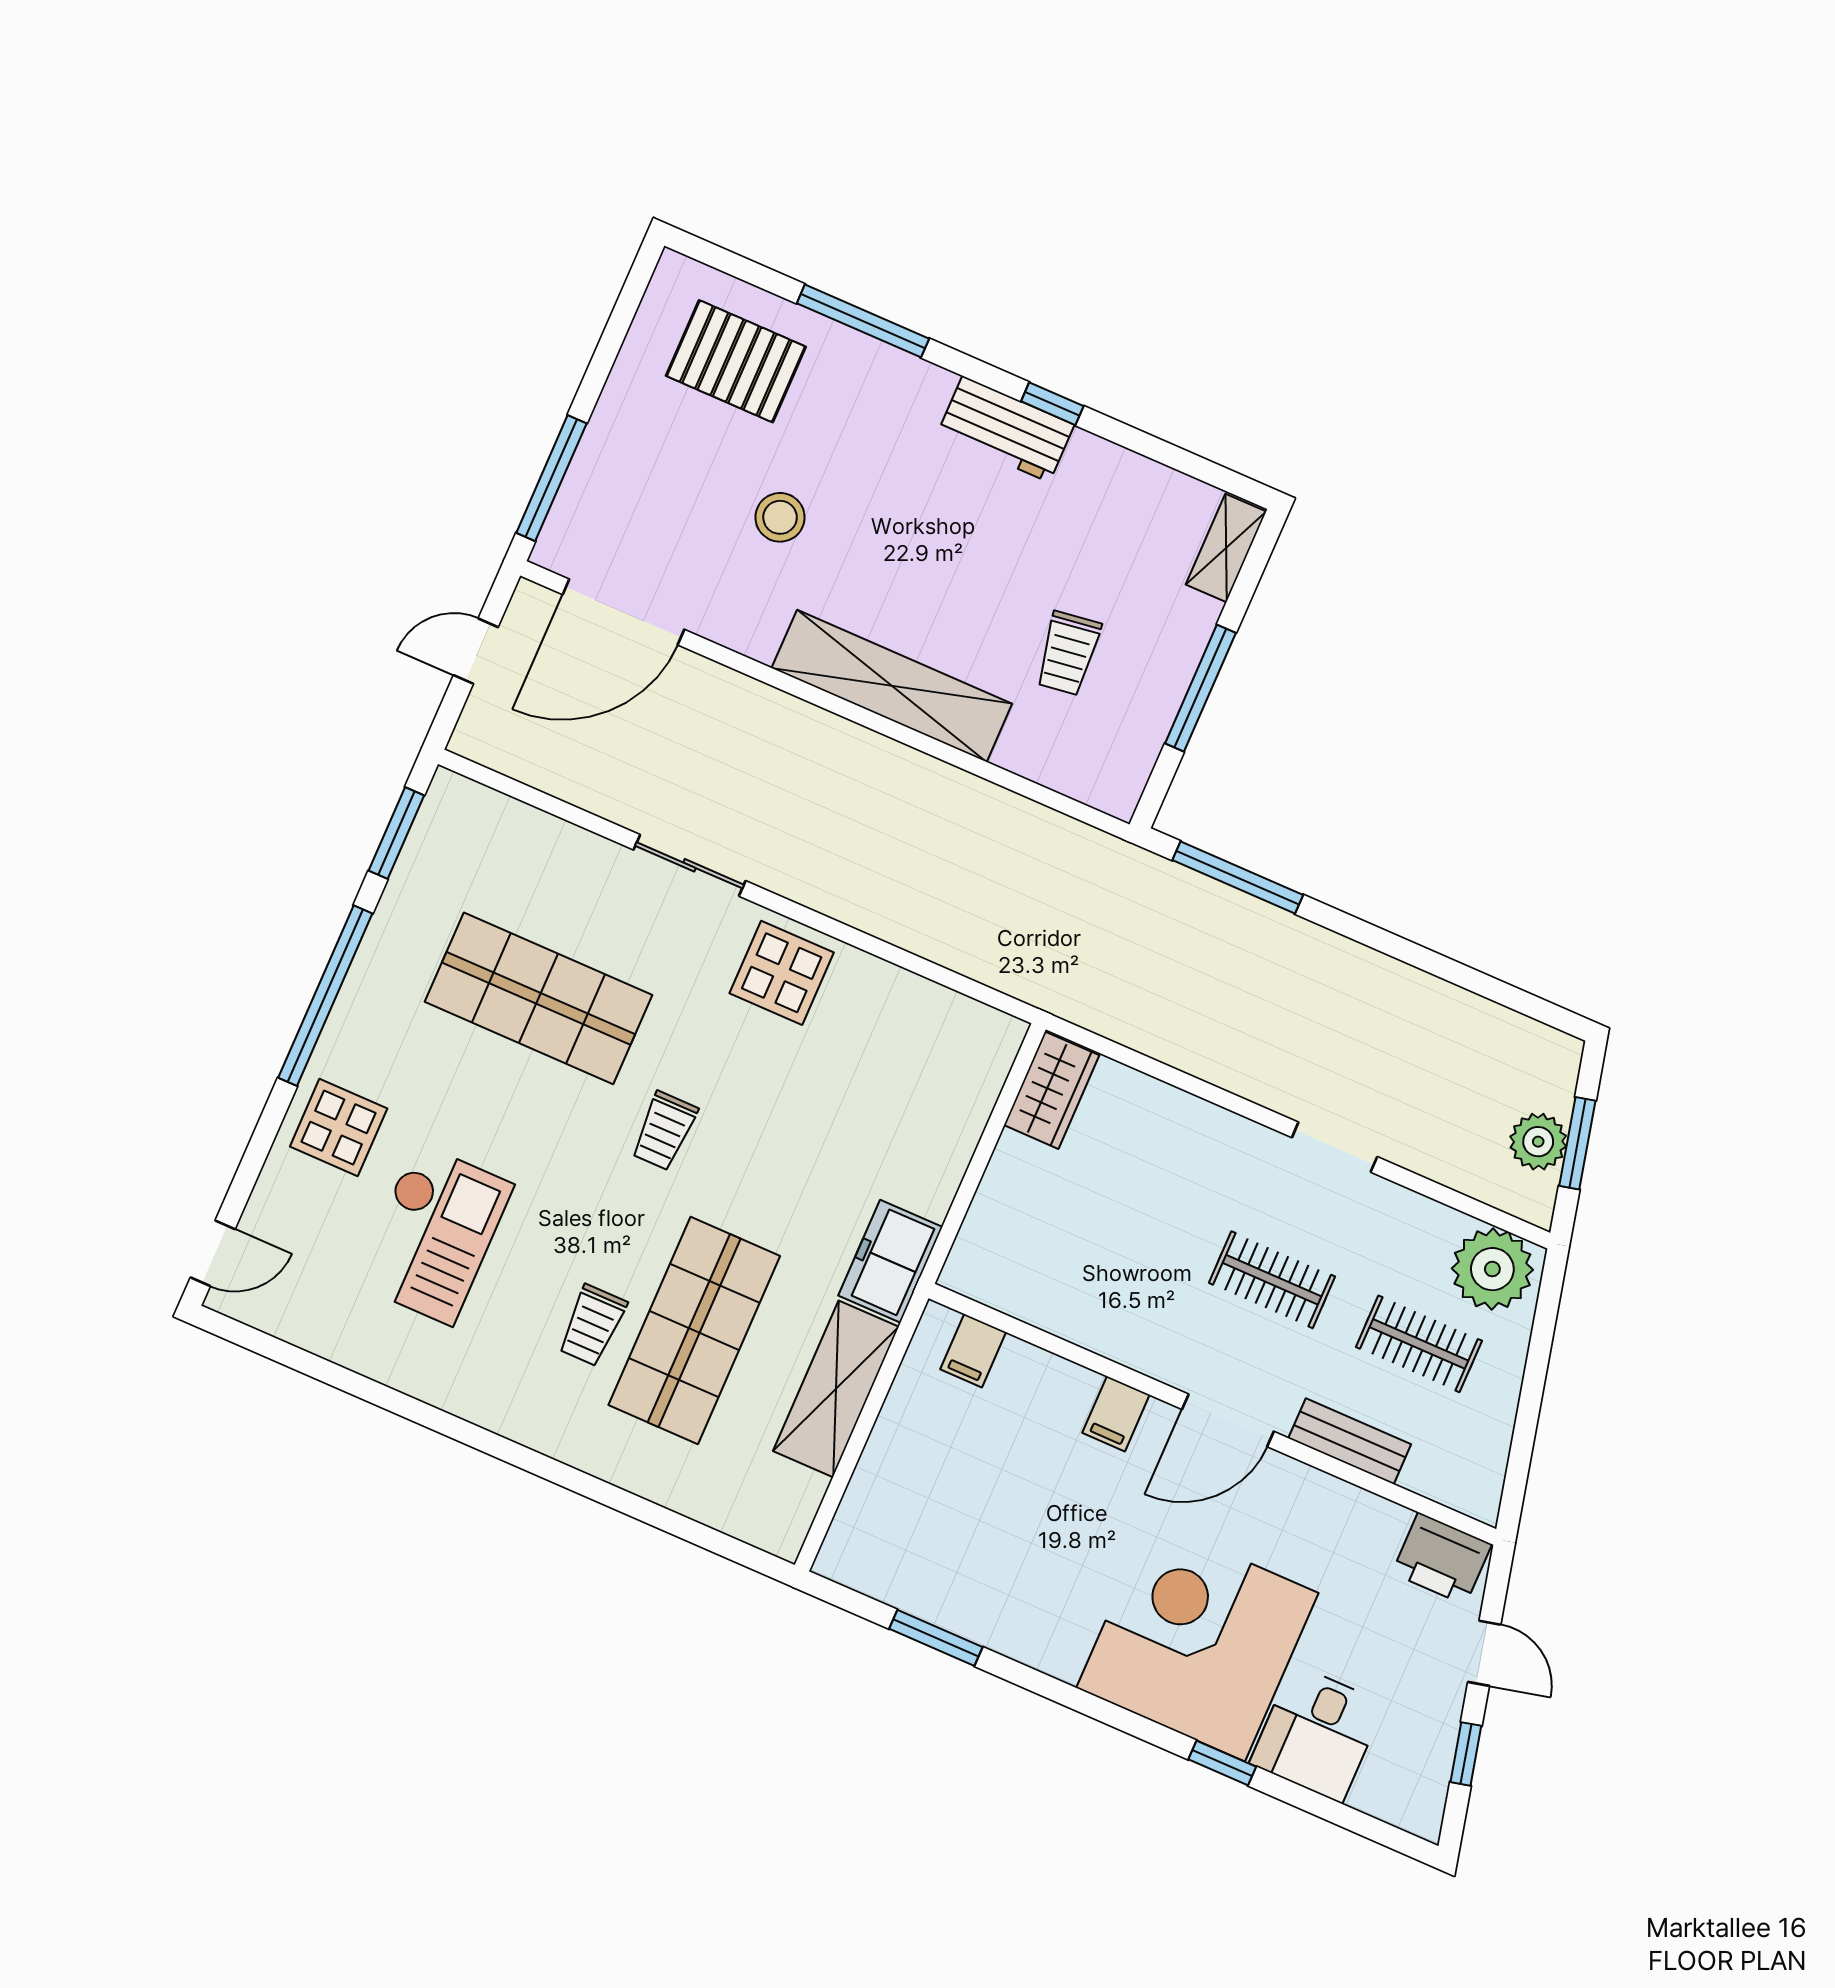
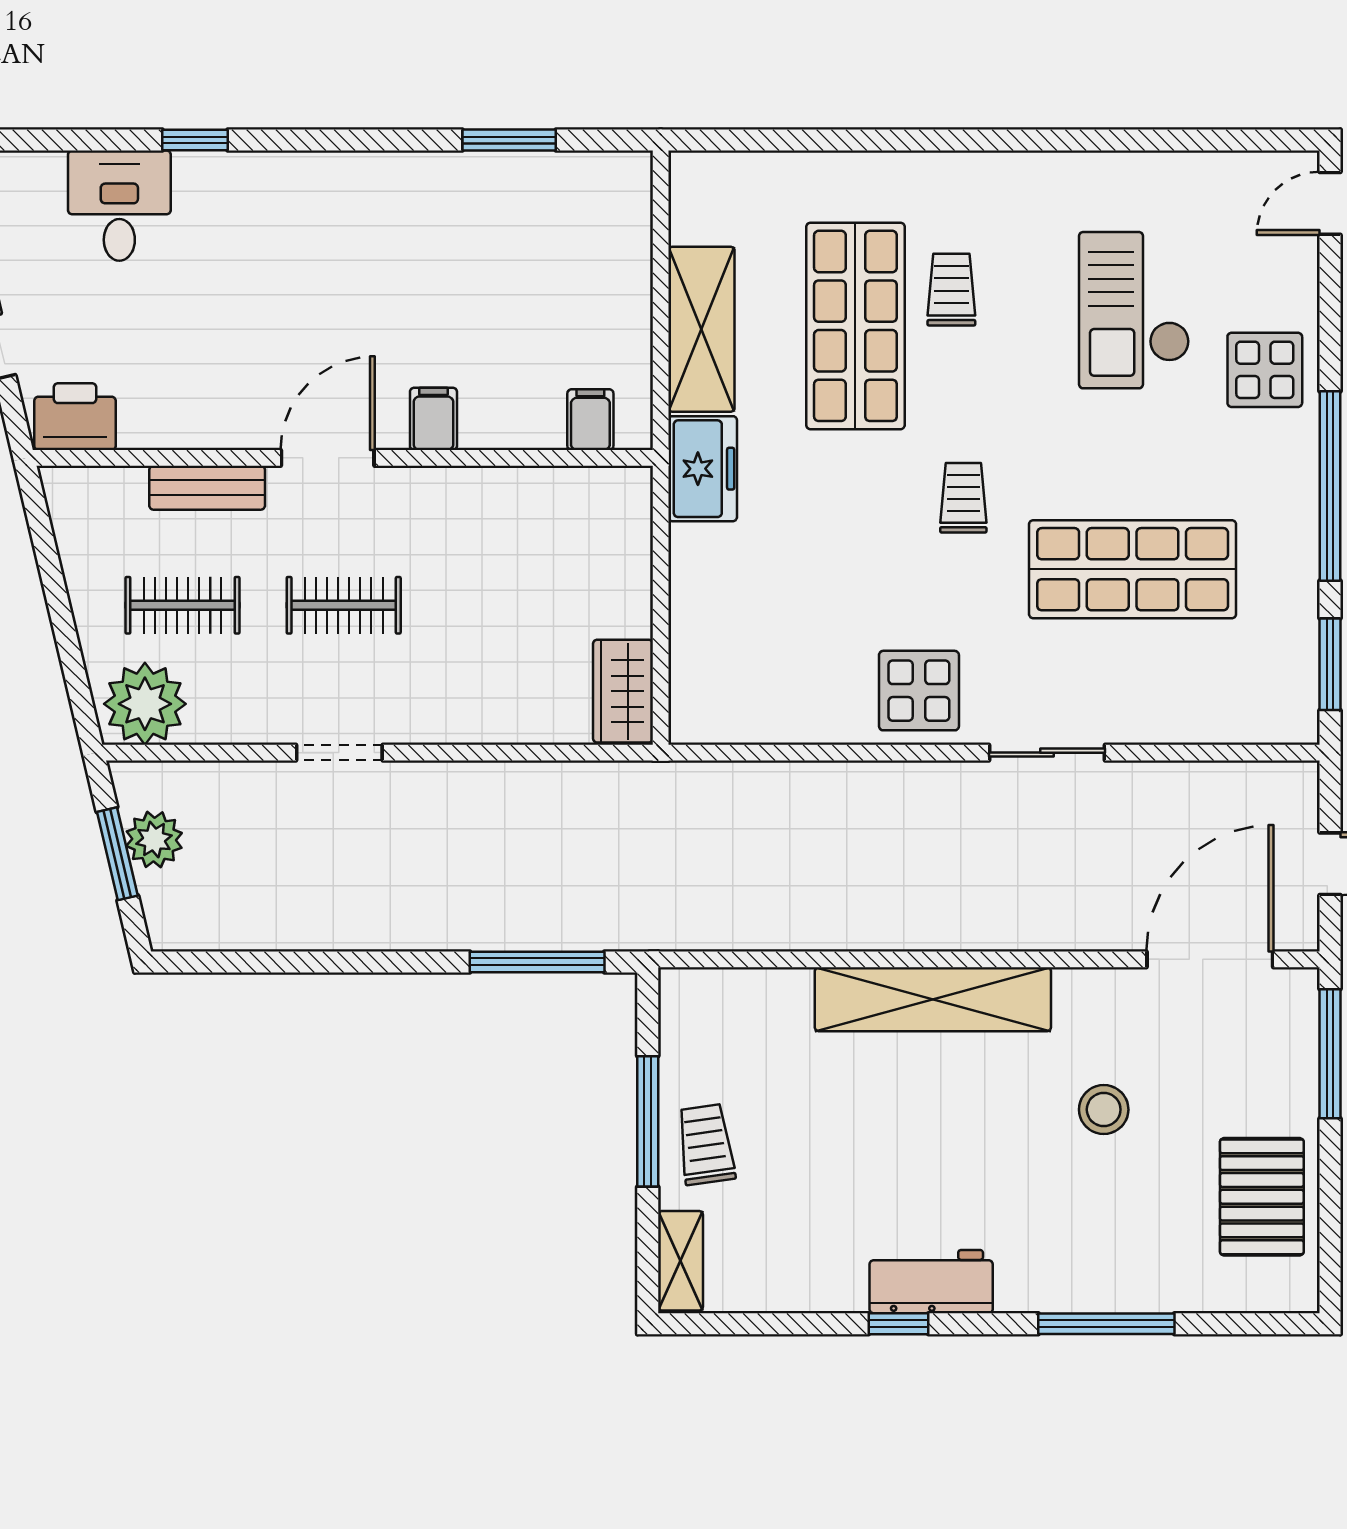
pallet: (736, 361) -> (1262, 1197), moved, turned 90
trolley: (1068, 653) -> (706, 1144), moved
corner desk: (1197, 1640) -> (267, 243), removed

